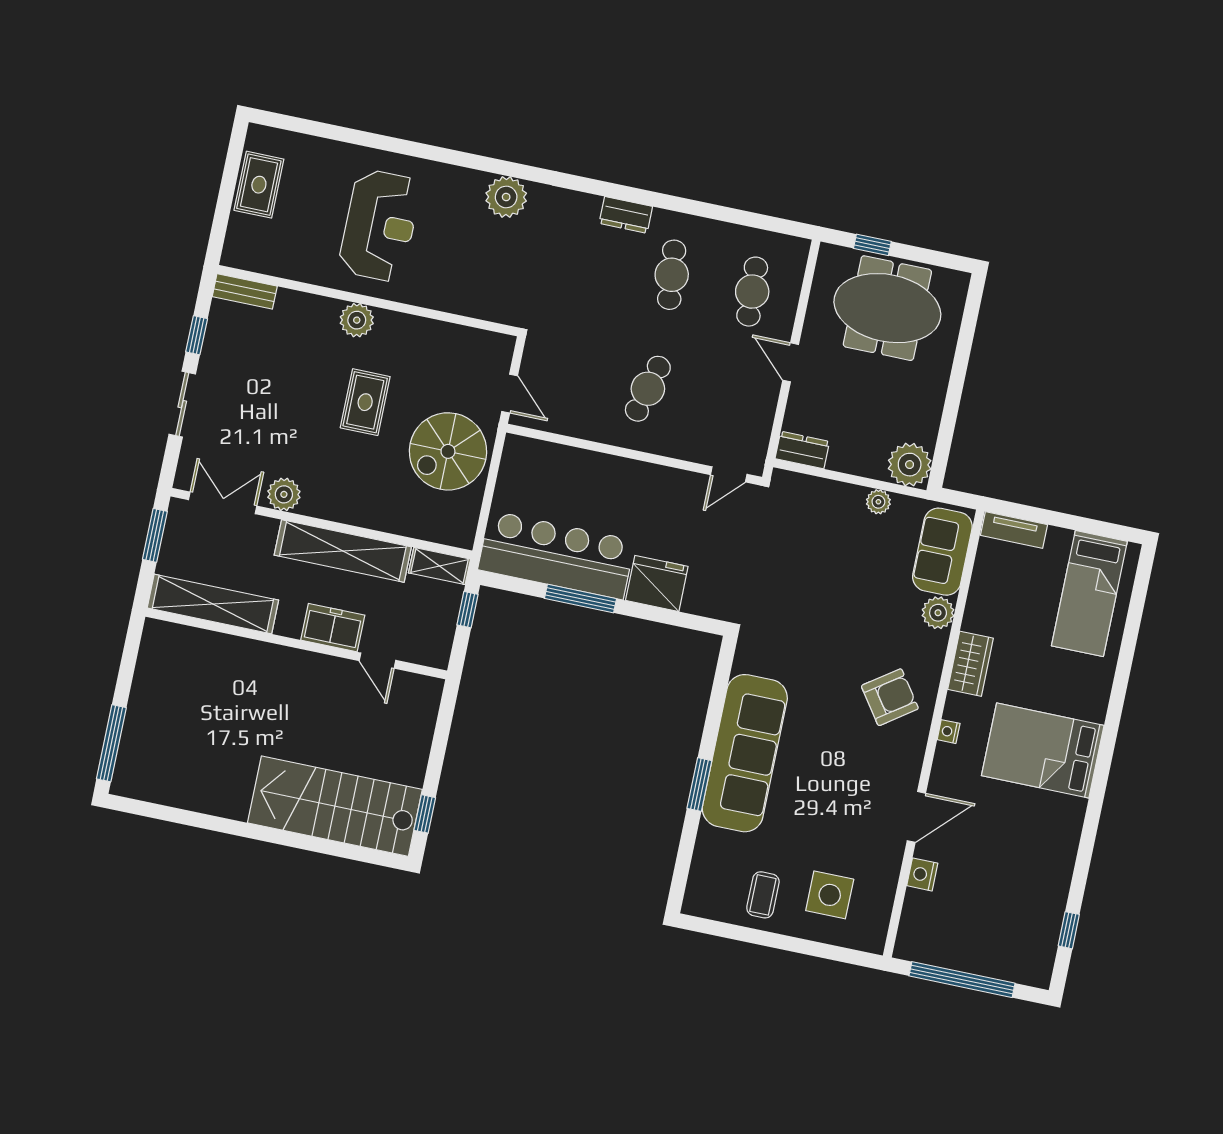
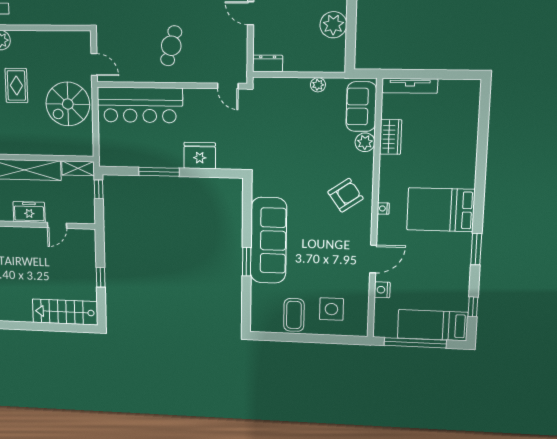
plant: (910, 465) -> (333, 25), moved
door: (729, 474) -> (228, 86), hinge flipped
tv unit: (1014, 530) -> (410, 86), width x1.41
bar counter: (556, 555) -> (140, 105), moved, turned 180
bed: (1089, 594) -> (433, 325), moved, turned 90
door: (378, 661) -> (57, 225), hinge flipped
wardrobe: (970, 664) -> (391, 137), moved
stairs: (335, 806) -> (65, 312), width x0.73, depth x0.66
window: (425, 814) -> (101, 277), moved
window: (1090, 829) -> (476, 249), added
coffee table: (763, 895) -> (294, 315), width x1.36, depth x1.30

